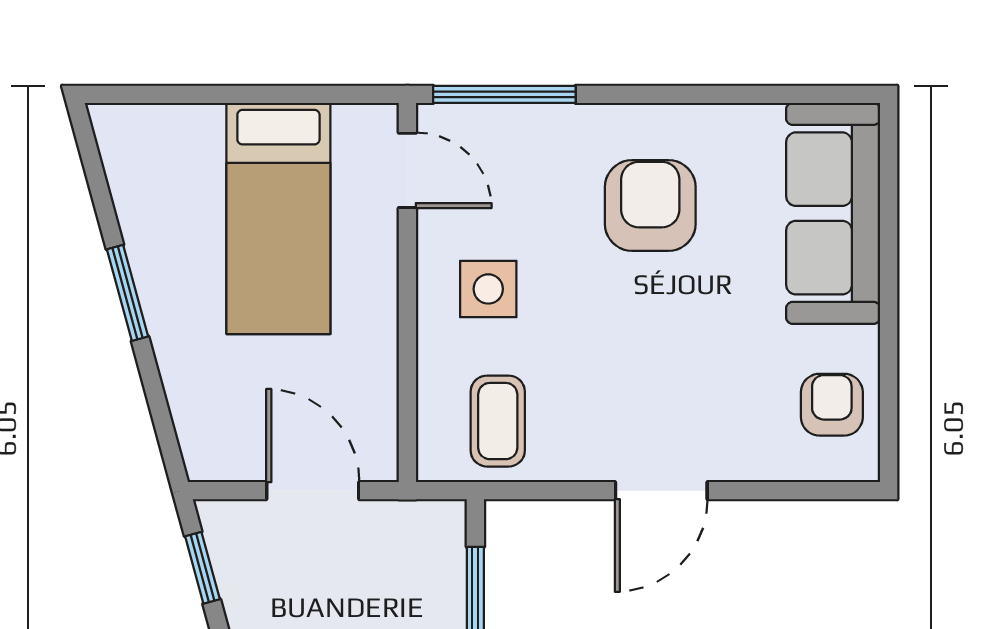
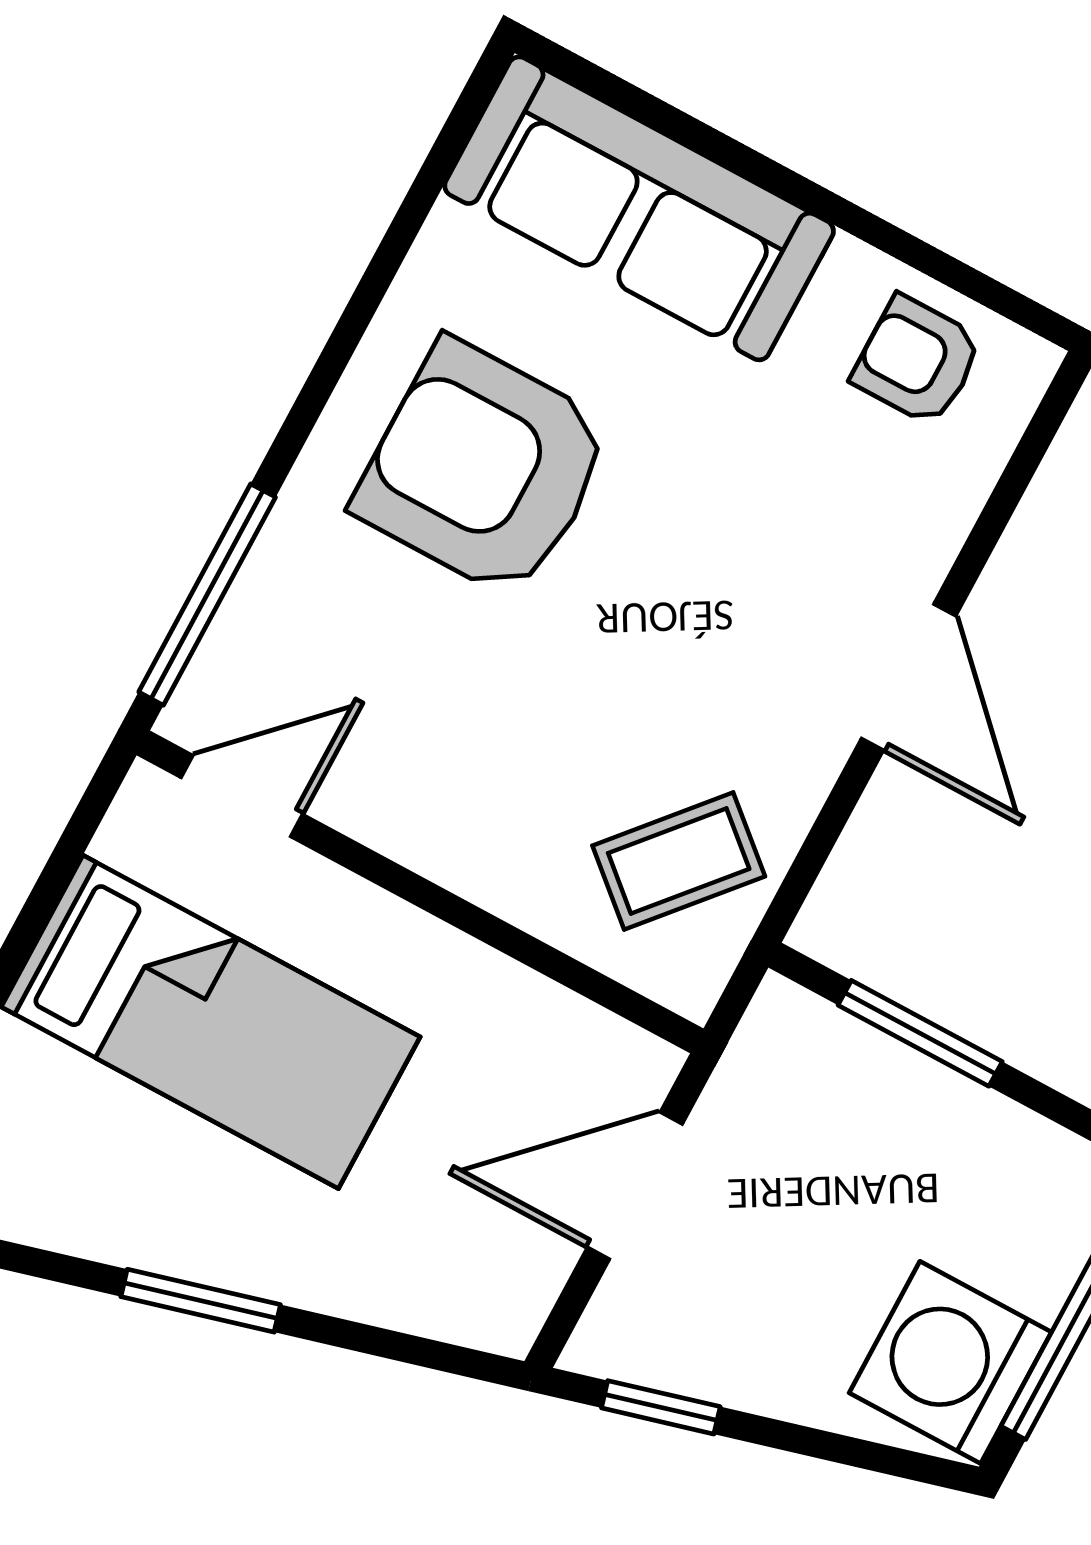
armchair: (650, 205) -> (484, 469), width x1.36, depth x1.36
side table: (488, 289) -> (478, 771), removed
coffee table: (498, 421) -> (679, 861), turned -49

